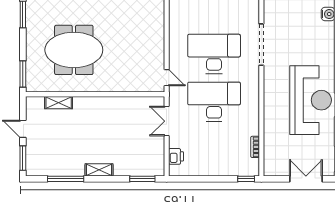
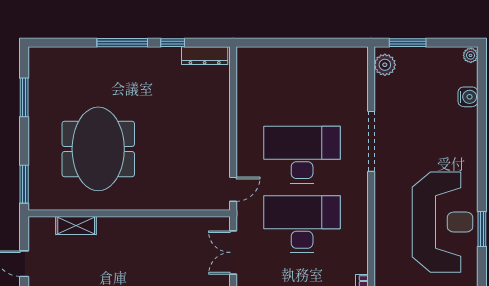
meeting table: (74, 50) -> (98, 149), turned 90
door: (167, 78) -> (233, 189), hinge flipped

